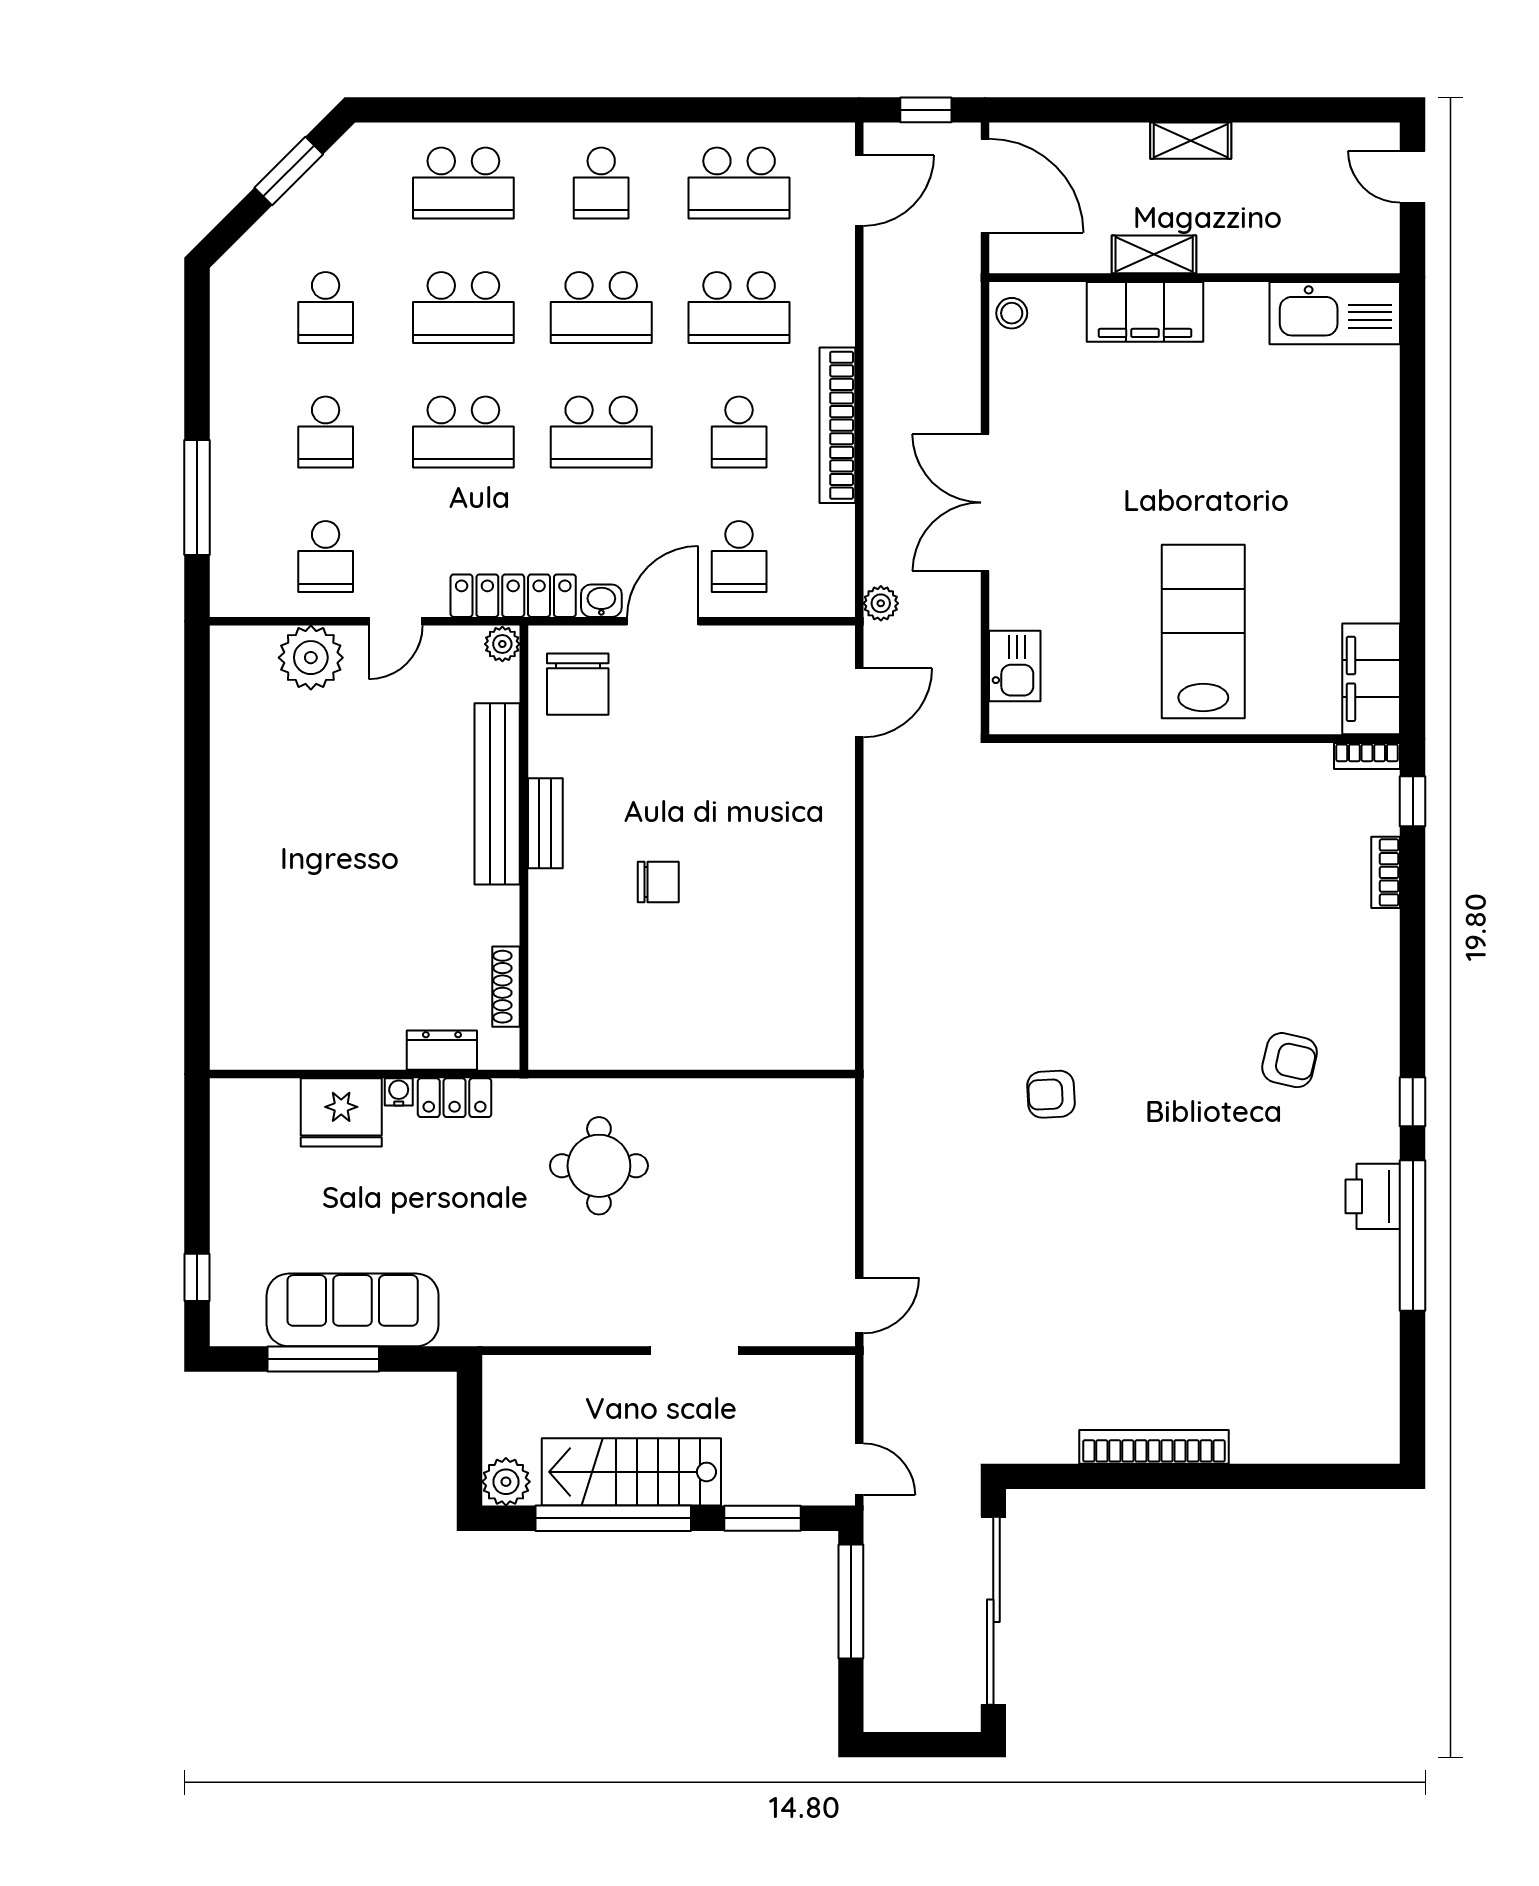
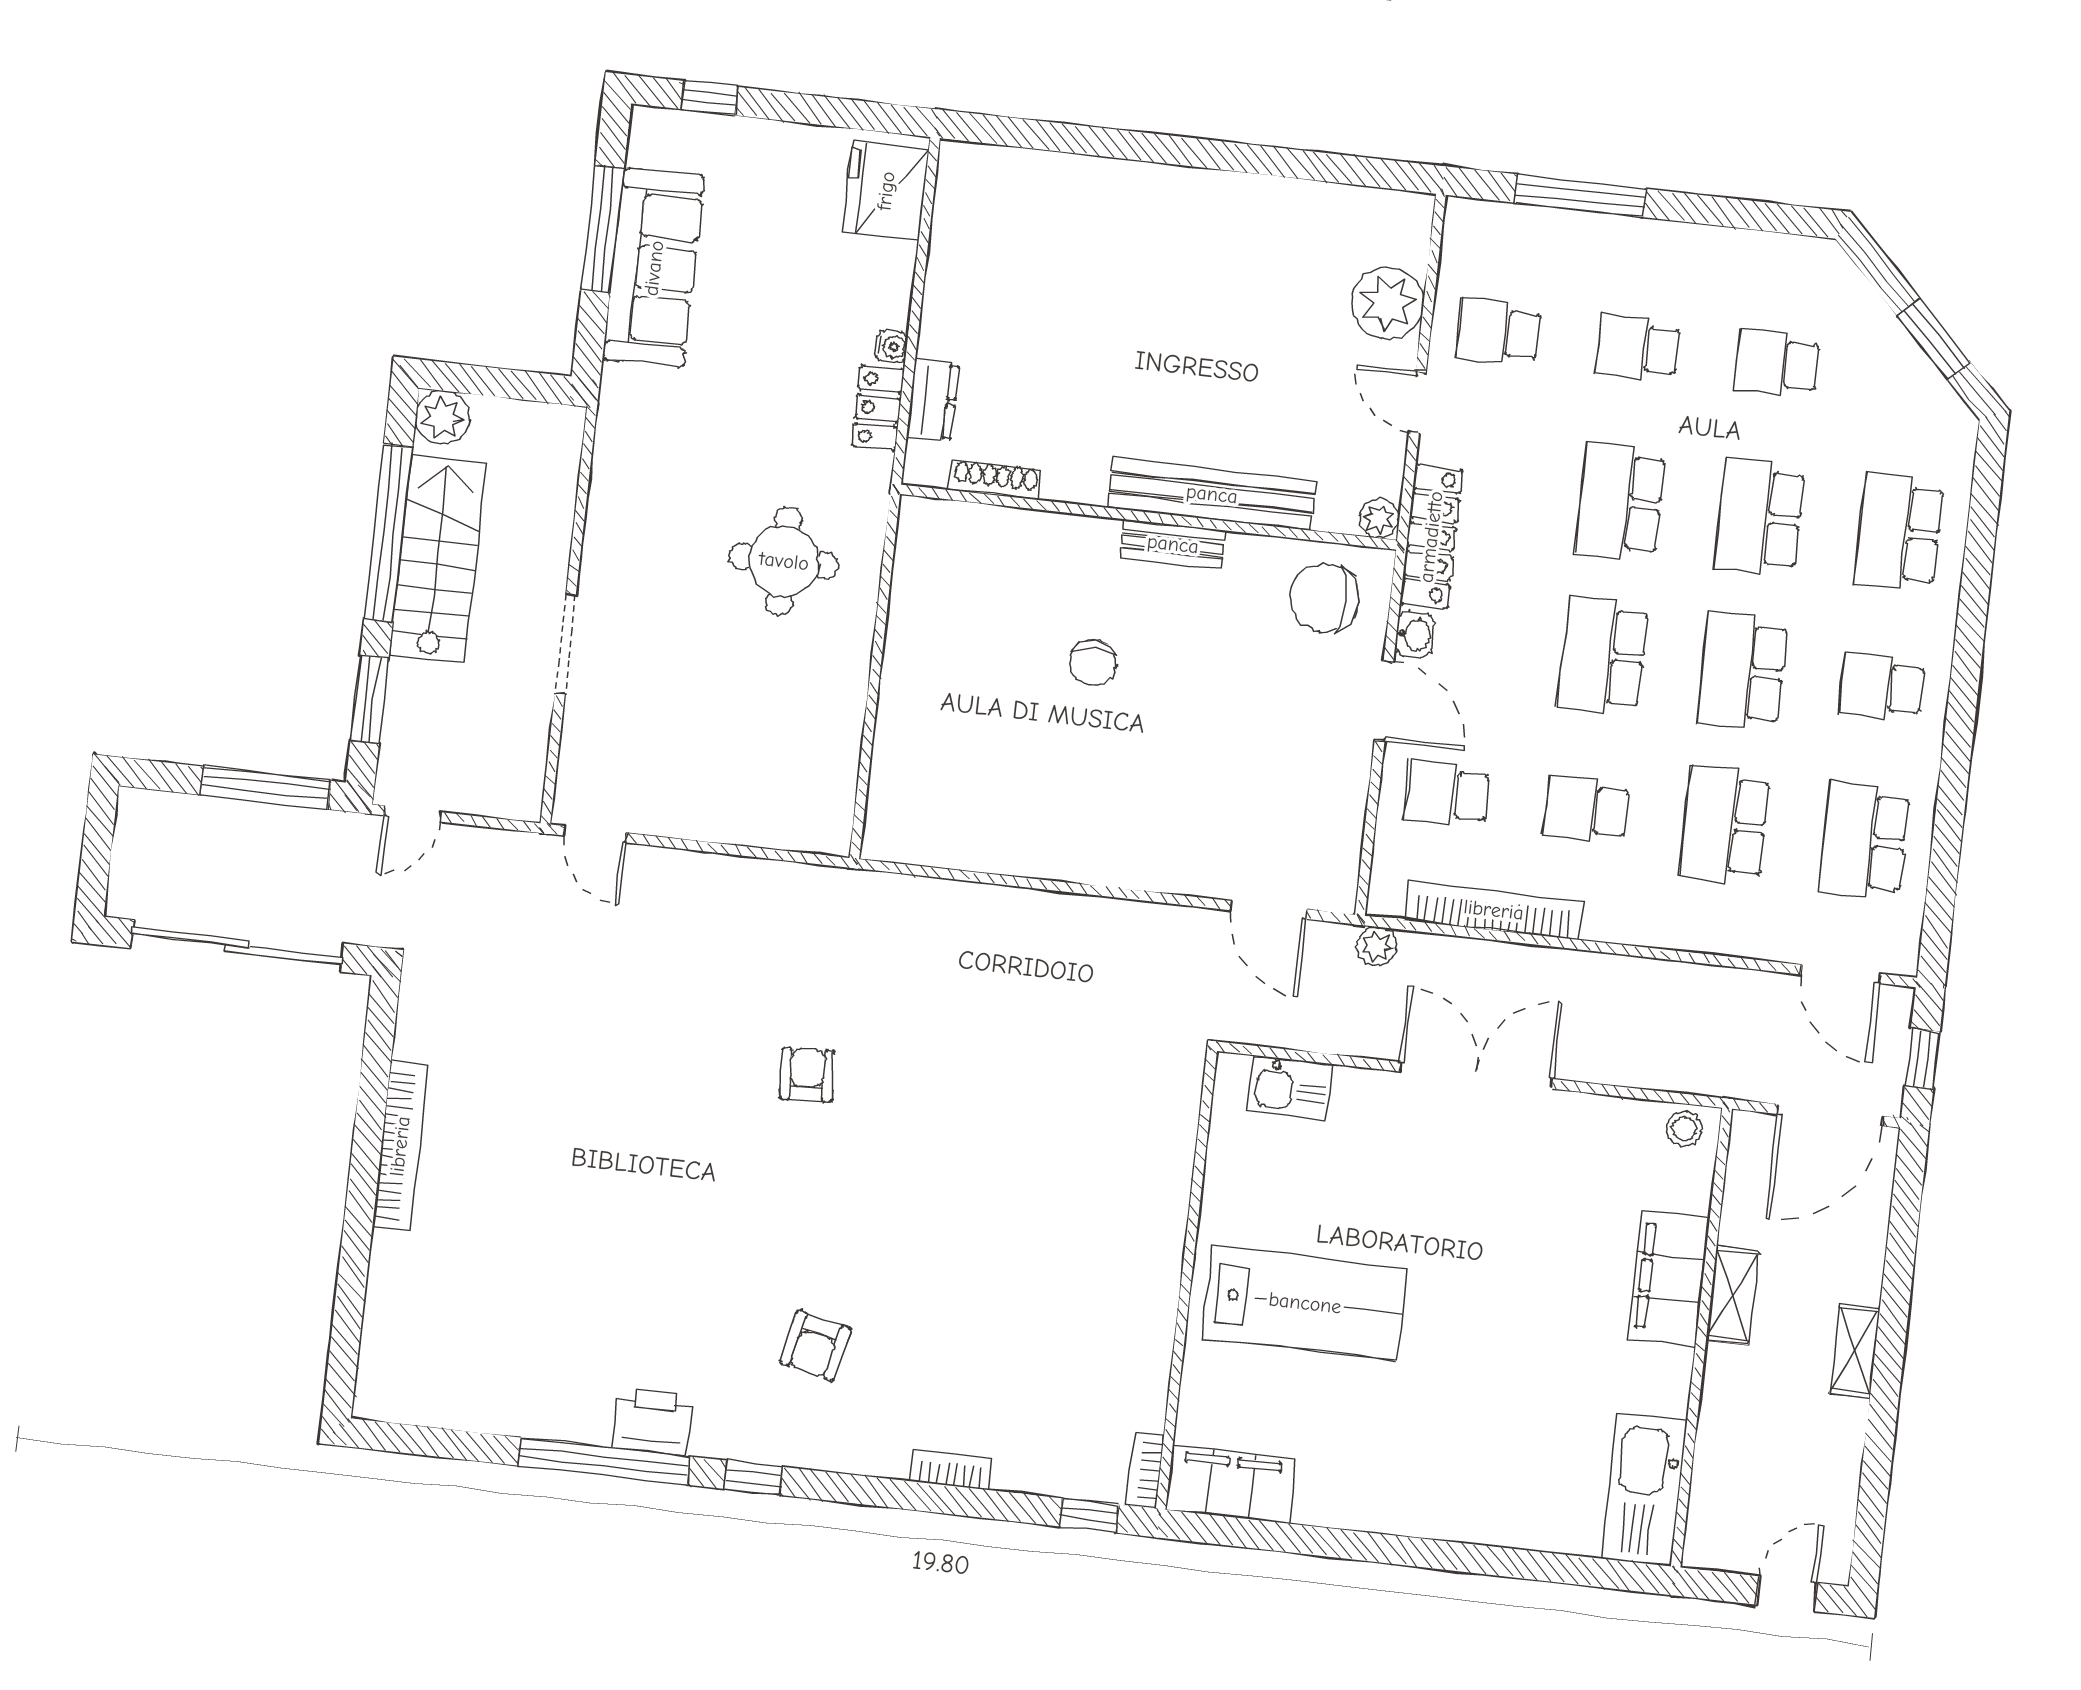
bookcase: (837, 425) -> (1494, 910), moved
bookcase: (1386, 872) -> (951, 1470), moved
fridge: (341, 1112) -> (886, 191), moved

